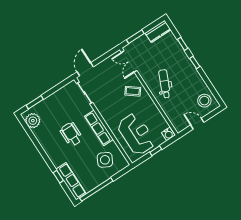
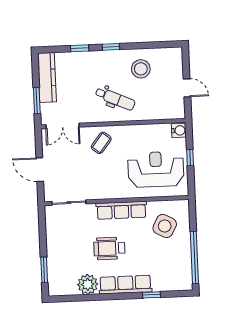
kitchen counter: (158, 31) -> (47, 77), width x1.50
door: (85, 69) -> (40, 170), moved
dental chair: (165, 84) -> (115, 99), turned 180
stool: (204, 101) -> (141, 69), moved
plant: (33, 121) -> (88, 284), moved
door: (197, 124) -> (187, 88), swing flipped
row of seats: (71, 181) -> (125, 285), moved

